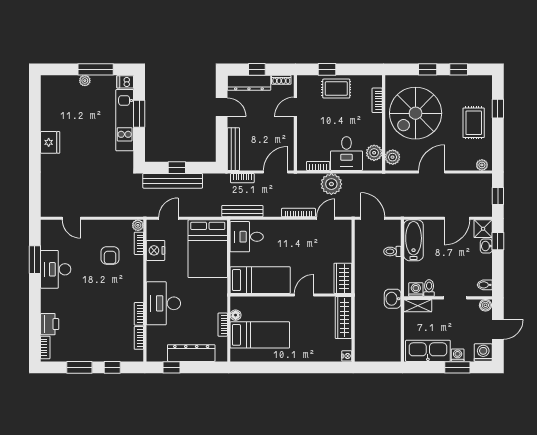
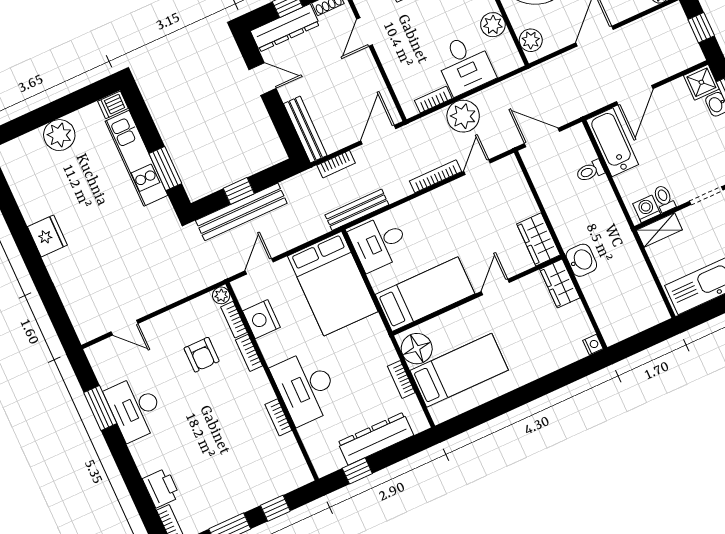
window: (96, 69) -> (64, 106), removed
plant: (85, 81) -> (59, 135), width x1.87, depth x1.87
window: (139, 114) -> (165, 168), moved
plant: (374, 153) -> (493, 25), moved
door: (457, 218) -> (635, 95), moved
washbasin: (393, 299) -> (581, 260), moved, turned 180
floor lamp: (236, 315) -> (417, 349), width x1.89, depth x1.89
wardrobe: (344, 318) -> (560, 284), width x0.67
bookcase: (139, 338) -> (249, 353), moved

